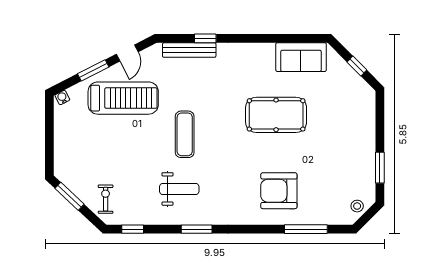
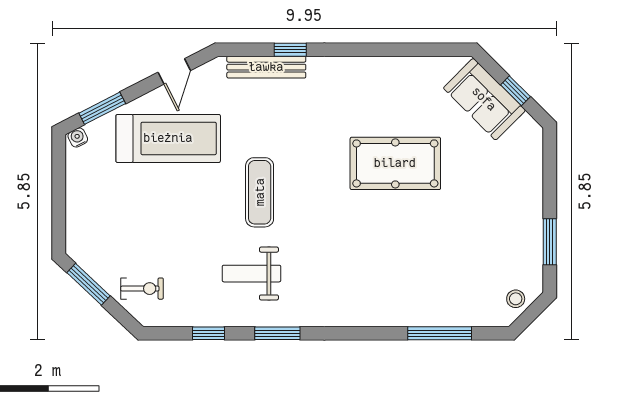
sofa: (301, 57) -> (484, 99), moved, turned 45
window: (93, 70) -> (102, 108), moved
weight bench: (179, 189) -> (252, 274), turned 180
armchair: (279, 191) -> (400, 276), removed
exercise bike: (106, 199) -> (142, 289), turned 90
window: (133, 229) -> (209, 333), moved

